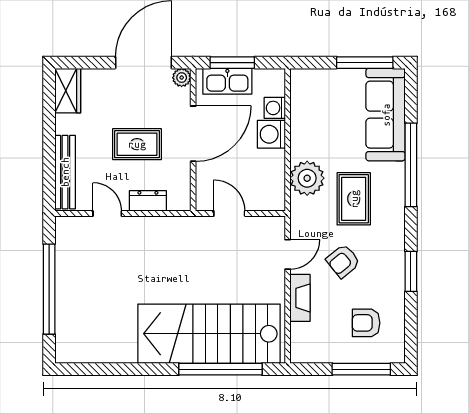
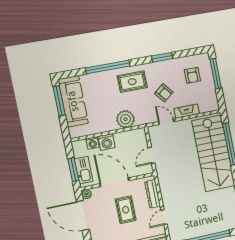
sofa: (386, 115) -> (73, 101), moved, turned -90
rug: (354, 199) -> (132, 82), moved
dresser: (148, 201) -> (153, 194), width x1.44

